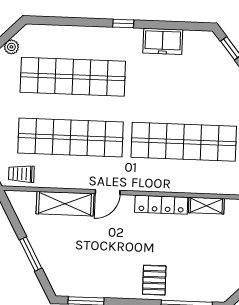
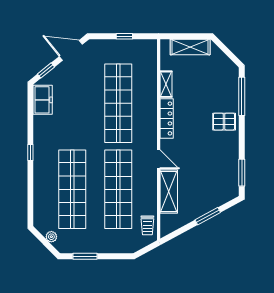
freezer: (163, 41) -> (43, 100), moved

